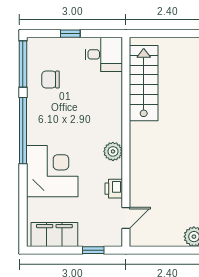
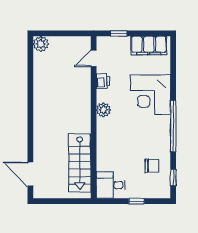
window: (23, 64) -> (173, 178), width x0.46

